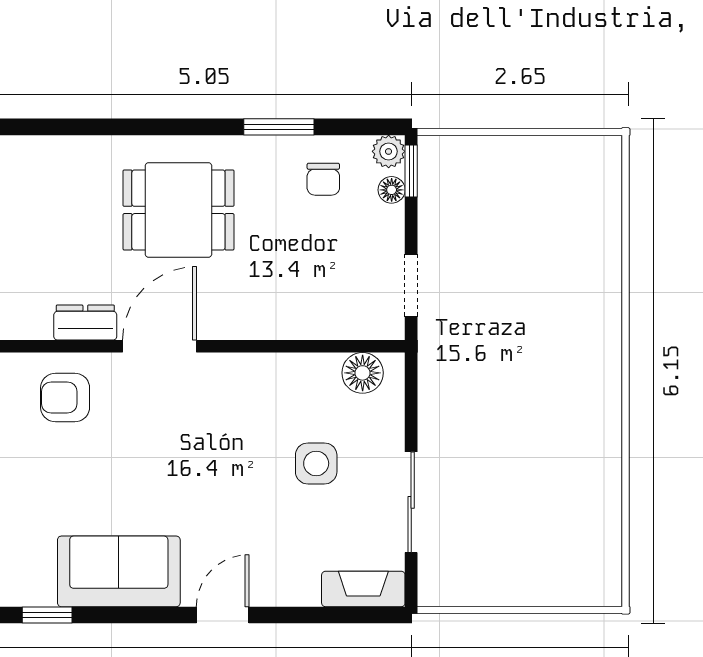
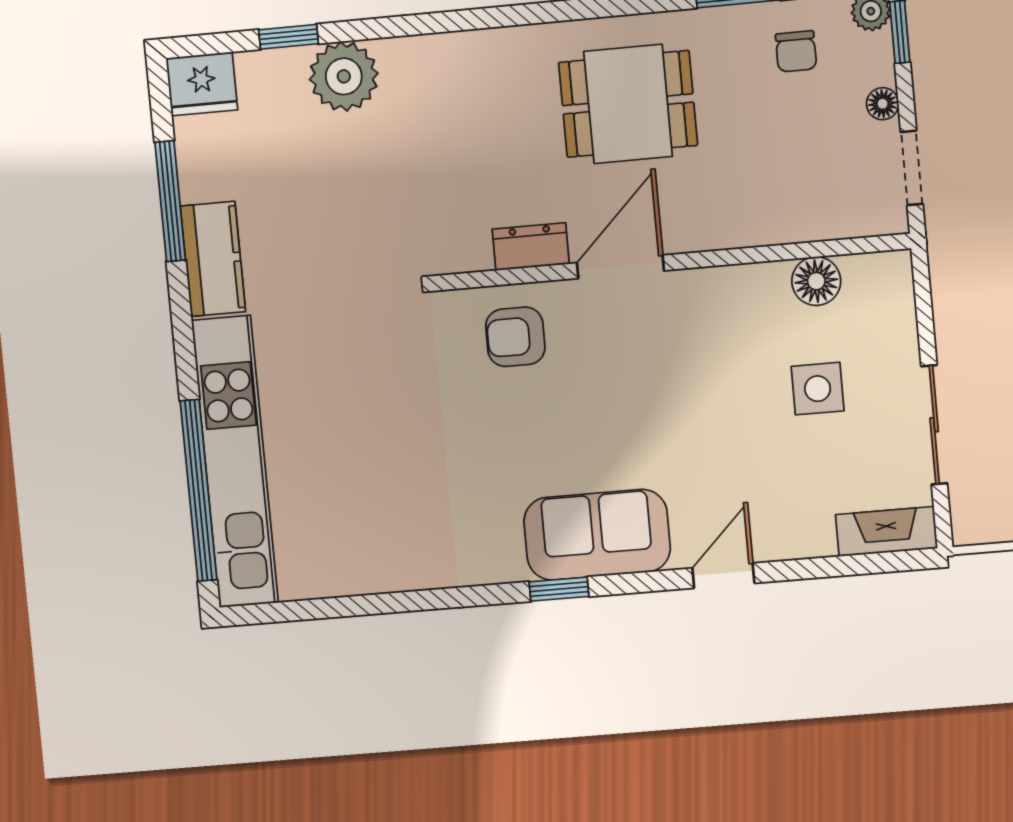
floor lamp: (392, 190) -> (883, 104), moved
floor lamp: (363, 373) -> (816, 281), moved
window: (47, 615) -> (559, 589), moved

